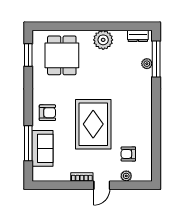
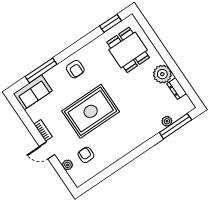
dresser: (138, 36) -> (177, 89), moved
dining table: (62, 55) -> (128, 50), turned 90
sofa: (43, 148) -> (33, 92), moved

